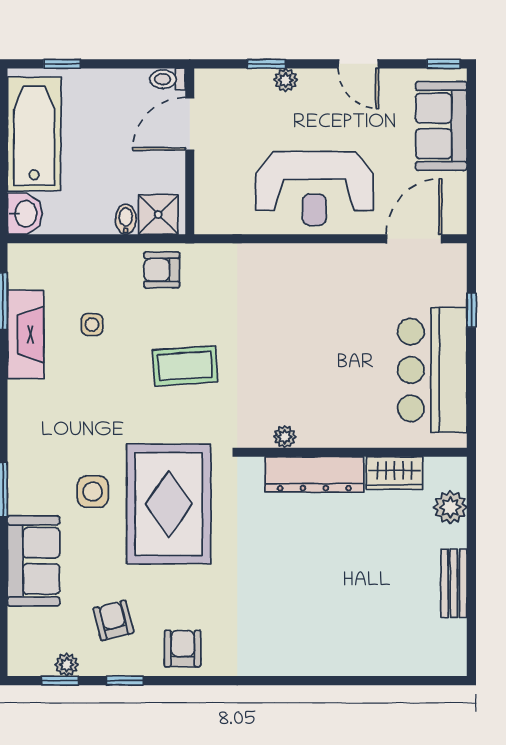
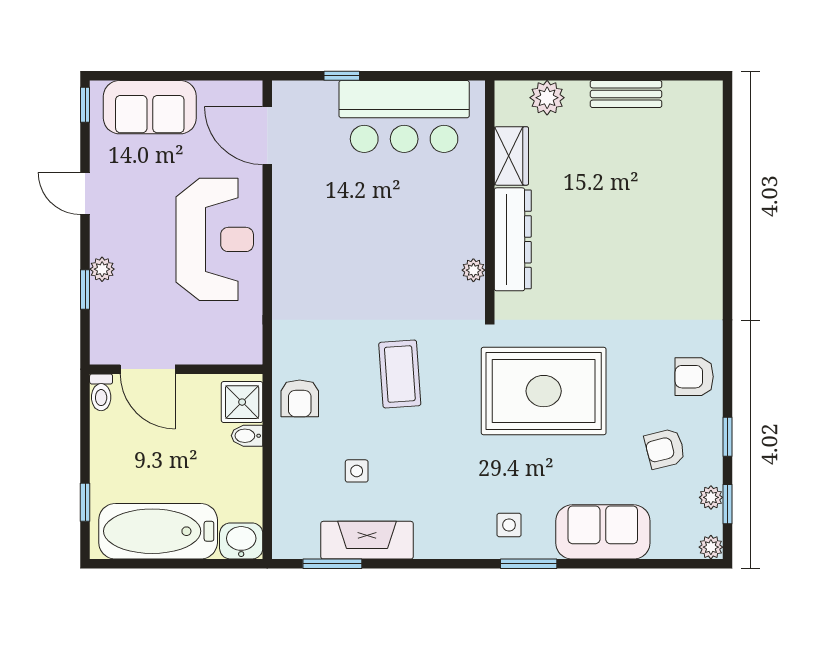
door: (358, 64) -> (85, 194), swing flipped
side table: (93, 492) -> (509, 525), moved, width x0.73, depth x0.73
plant: (19, 665) -> (711, 547), added

